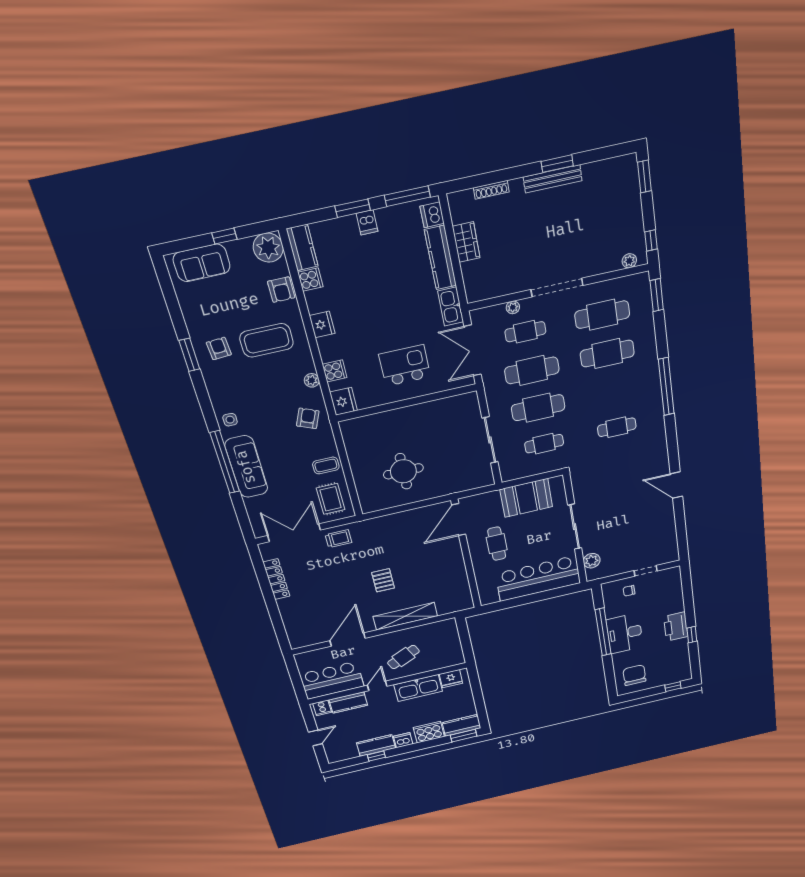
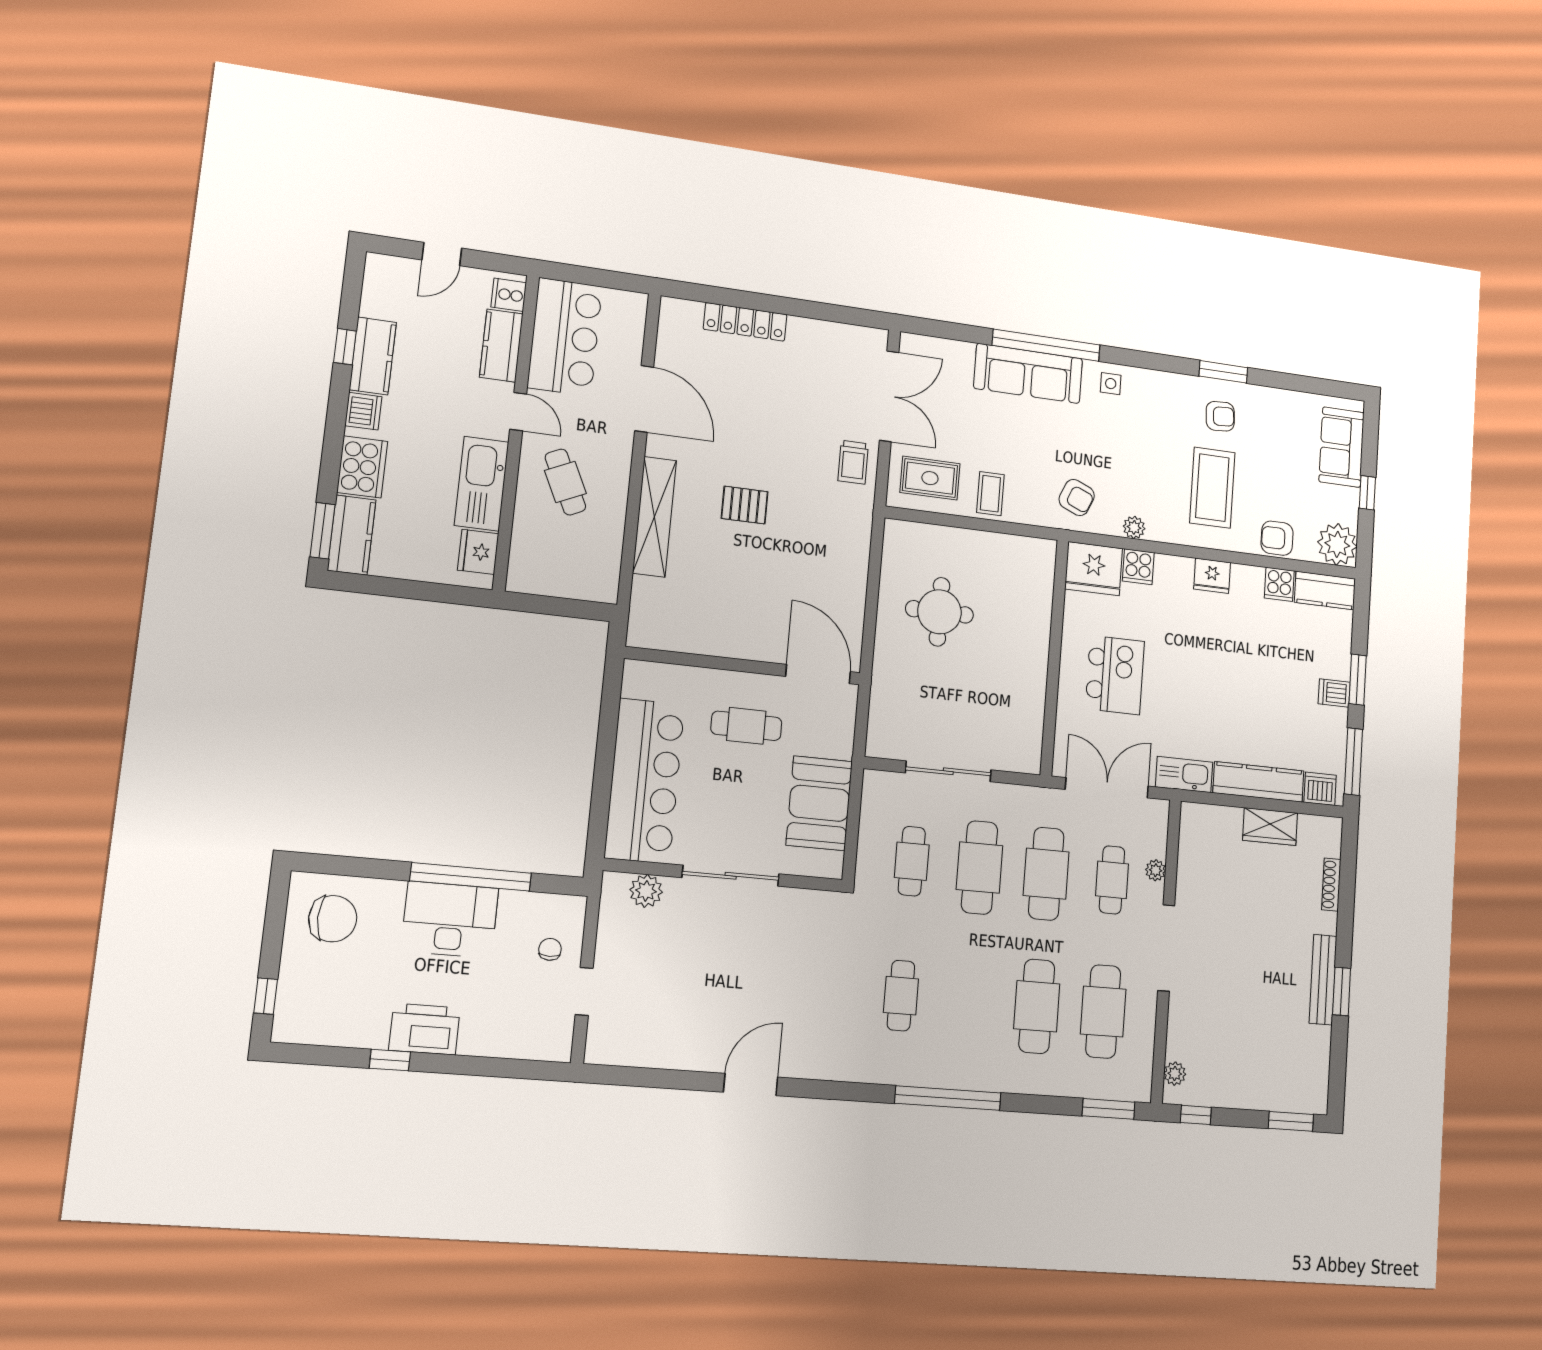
fridge: (344, 401) -> (1094, 569), width x1.36, depth x1.34
locker: (276, 579) -> (745, 322), moved
door: (315, 738) -> (442, 254), hinge flipped

